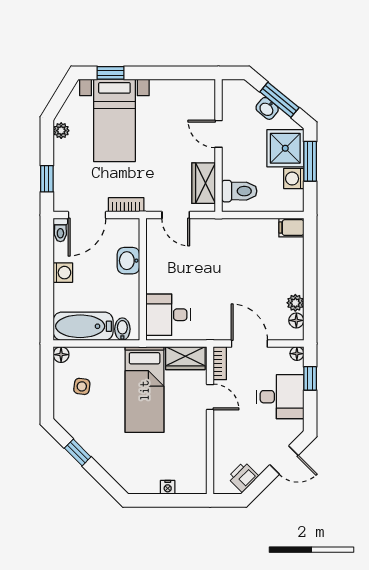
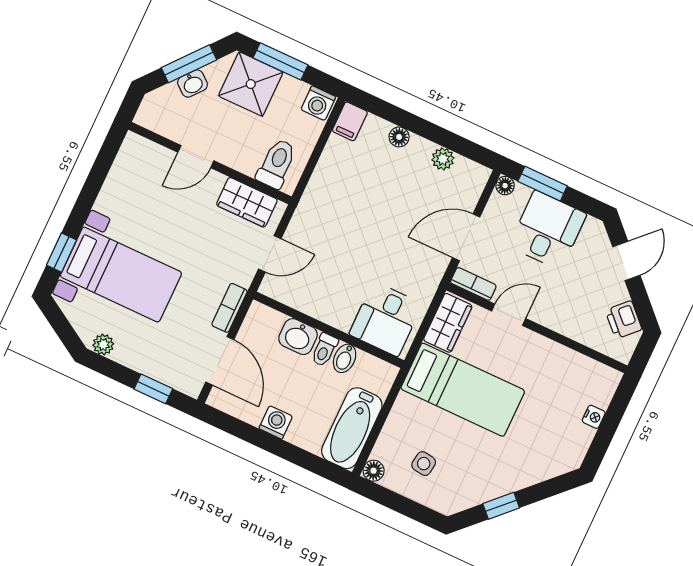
washing machine: (294, 179) -> (318, 103), moved
toilet: (60, 230) -> (324, 350), moved, turned 90
floor lamp: (296, 320) -> (399, 137), moved
bidet: (122, 329) -> (345, 358), moved, turned -90
window: (310, 378) -> (543, 184), width x1.50

